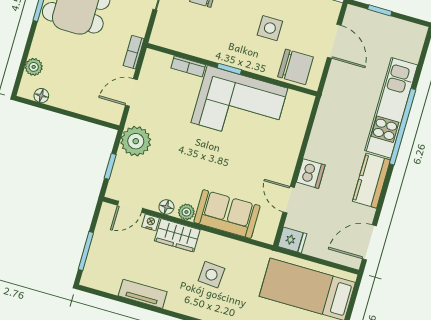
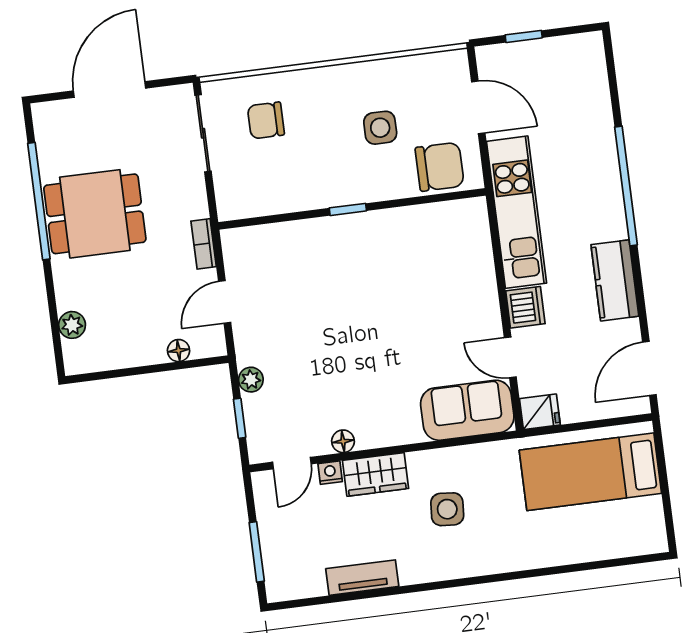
bookcase: (188, 66) -> (289, 231), removed
floor lamp: (41, 96) -> (179, 351), moved
corner sofa: (239, 105) -> (384, 255), removed
kitchen unit: (391, 108) -> (517, 212), moved, turned 180
plant: (136, 141) -> (251, 380), width x0.53, depth x0.53
plant: (186, 212) -> (374, 436), removed
sofa: (227, 214) -> (467, 410), moved

